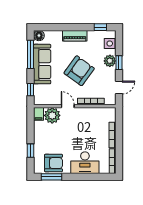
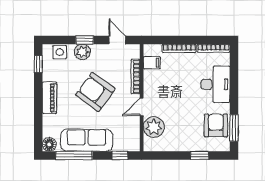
filing cabinet: (39, 114) -> (152, 63), moved

